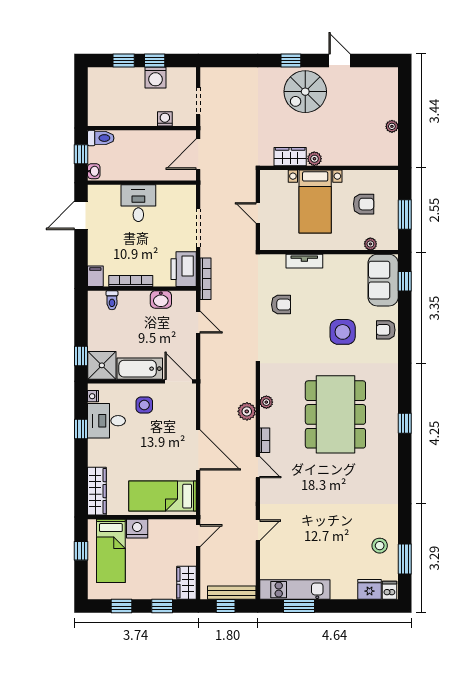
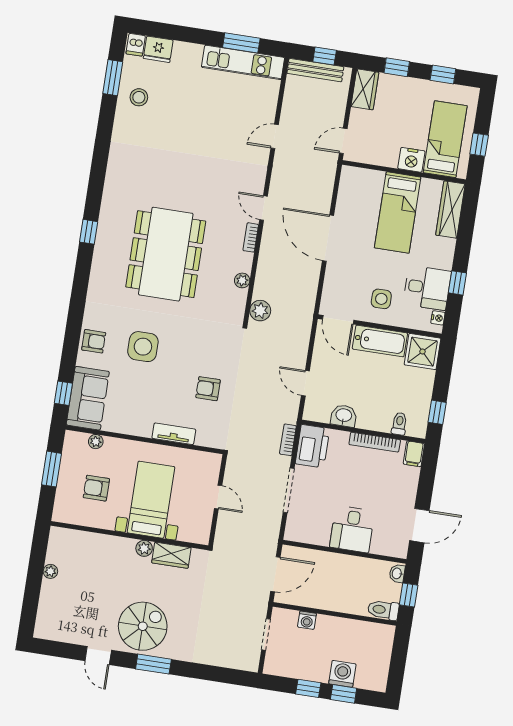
window: (291, 61) -> (153, 664), width x1.50
washing machine: (155, 78) -> (342, 674), moved
bookcase: (206, 279) -> (288, 440), width x0.64
window: (81, 356) -> (437, 412), moved
plant: (247, 411) -> (260, 311), moved
bed: (163, 496) -> (398, 212), moved, turned 90

